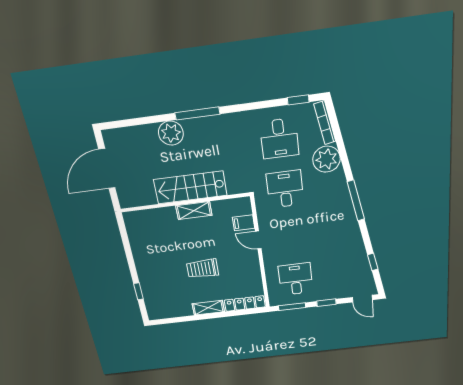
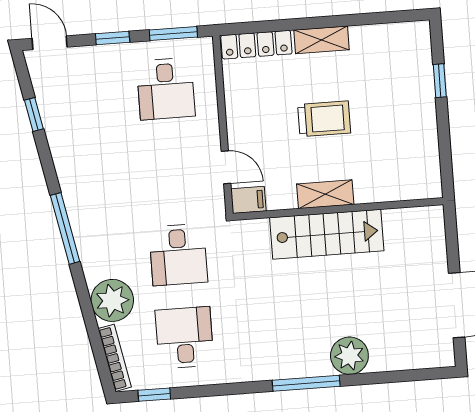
stairs: (190, 187) -> (327, 234), moved
wall: (185, 203) -> (338, 209), moved
shelving: (194, 211) -> (325, 194), moved

